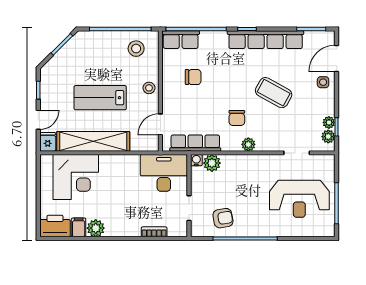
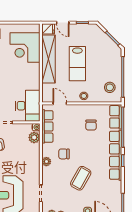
row of seats: (266, 40) -> (116, 155), moved
lab bench: (100, 98) -> (77, 64), turned 180

